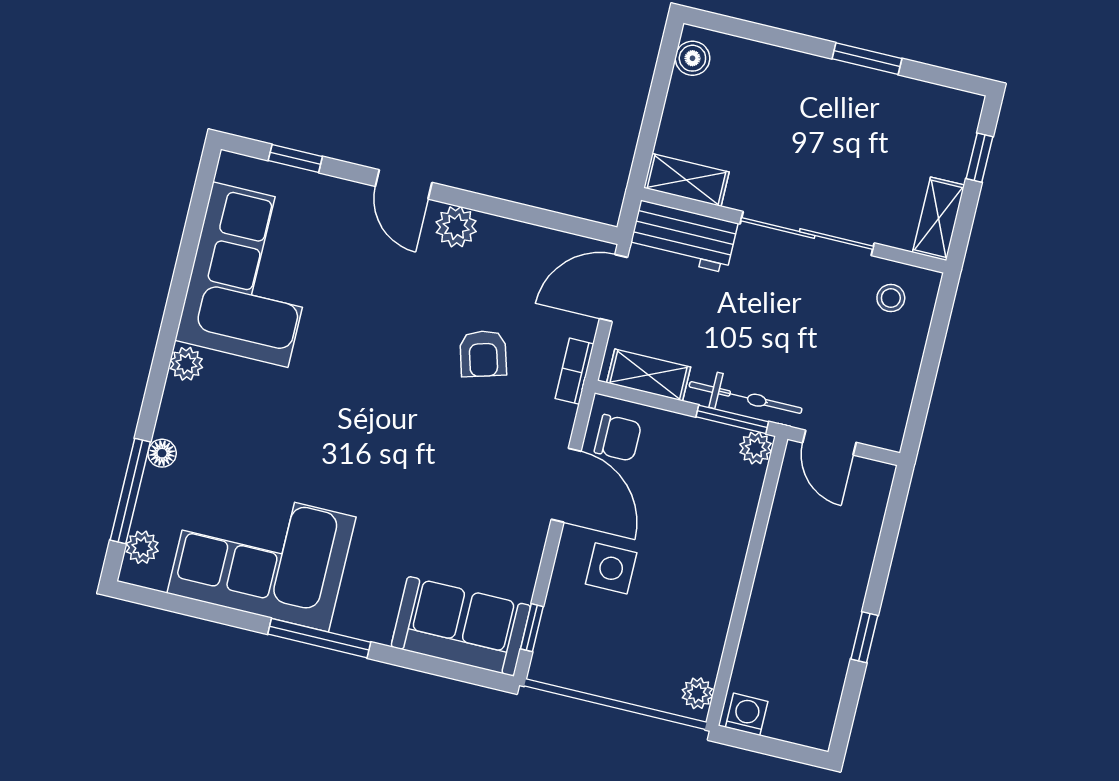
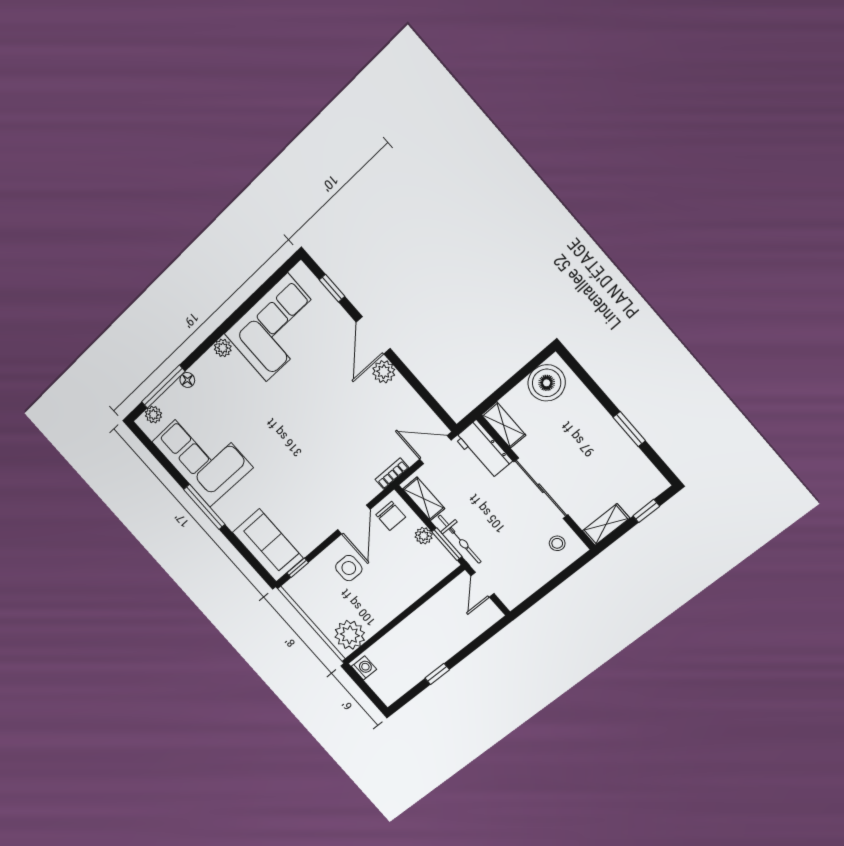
boiler: (692, 58) -> (547, 383), width x1.86, depth x1.86
door: (404, 184) -> (373, 335), width x1.38
armchair: (483, 354) -> (357, 437), removed
plant: (756, 448) -> (424, 536), moved
plant: (697, 693) -> (350, 635), width x1.88, depth x1.88

